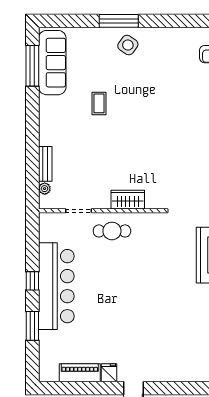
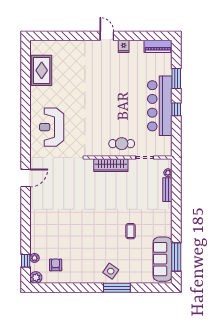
wardrobe: (128, 200) -> (111, 165), width x1.50
piano: (80, 373) -> (158, 46), moved

